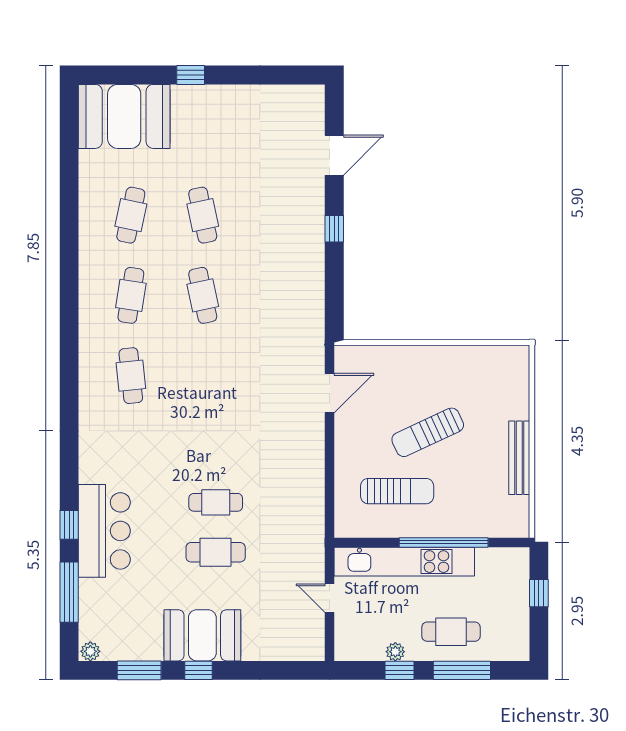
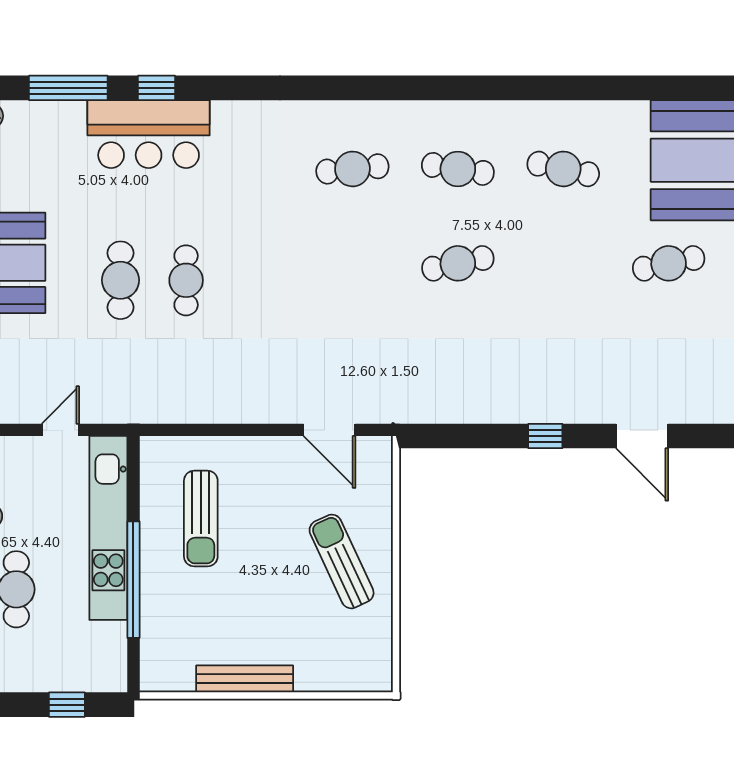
cafe table: (203, 215) -> (669, 263), moved
sun lounger: (428, 432) -> (342, 561), moved

